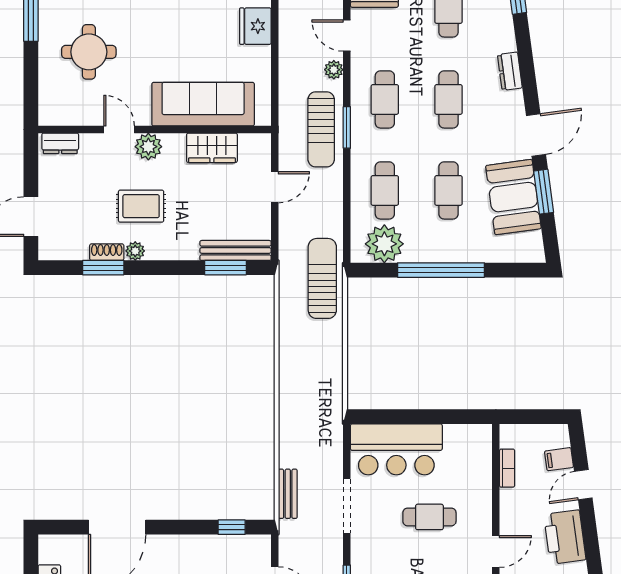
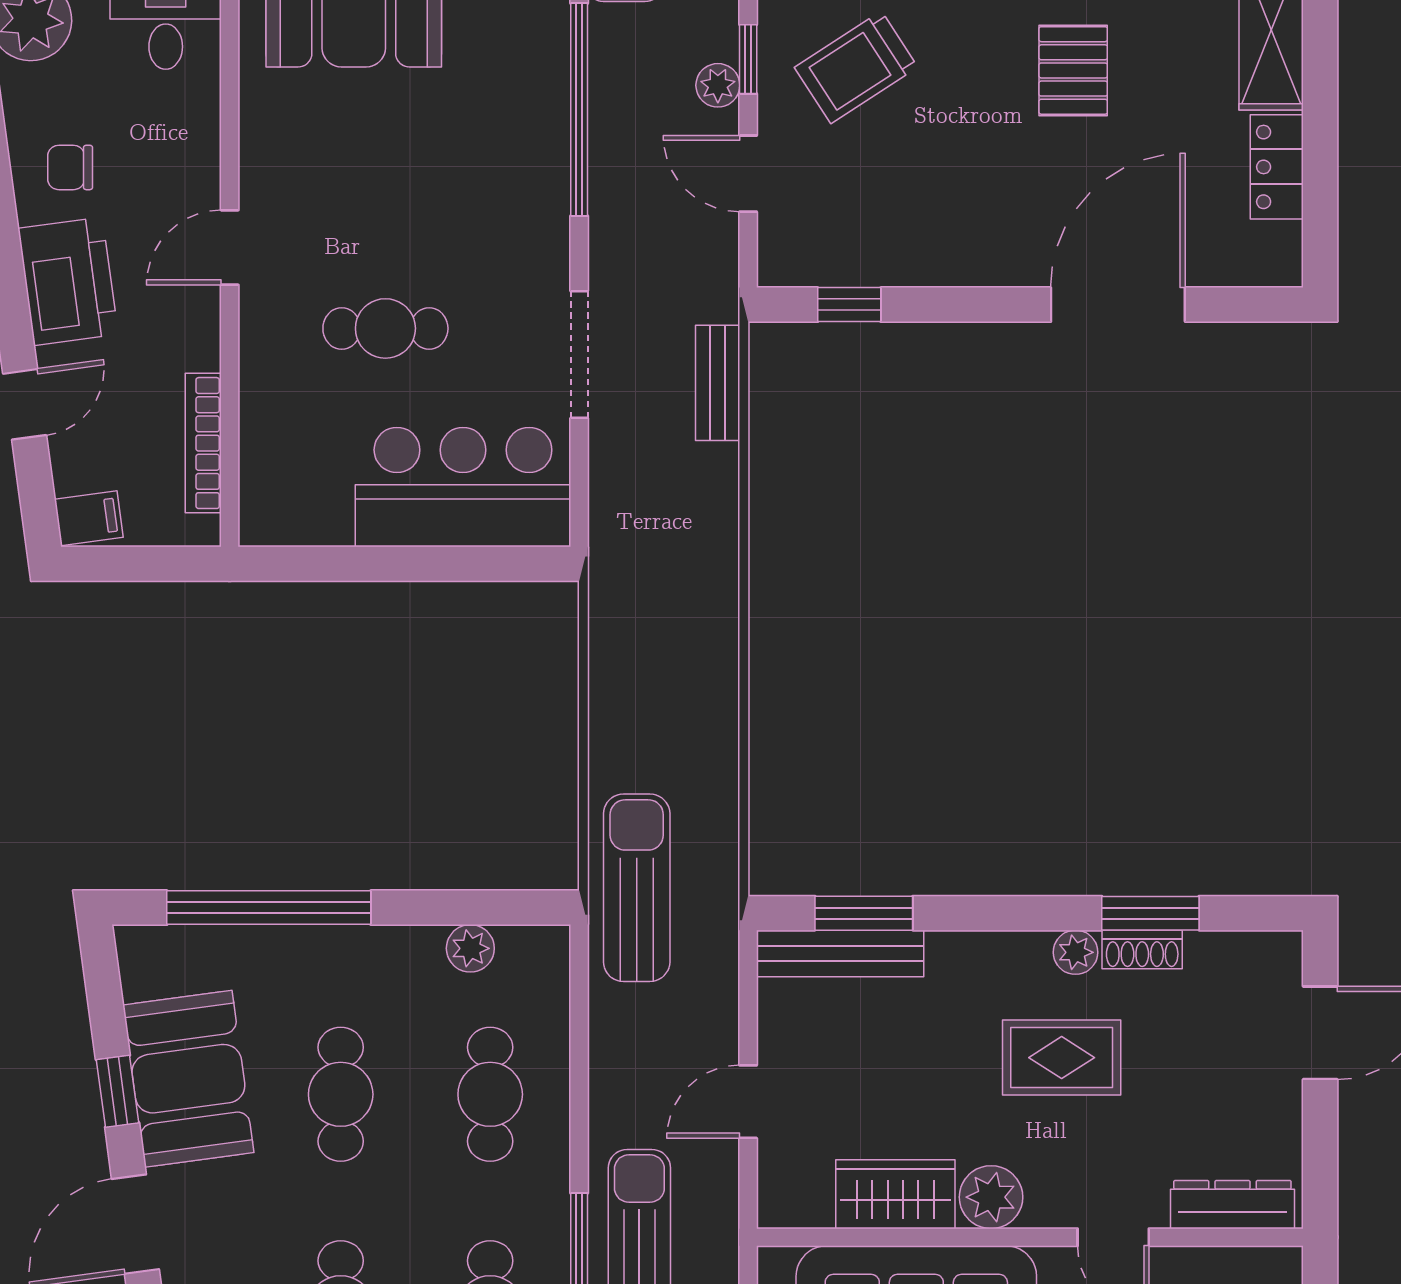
dresser: (60, 143) -> (1232, 1205), width x1.44
plant: (148, 147) -> (991, 1197), moved
window: (544, 192) -> (117, 1091), width x0.67
plant: (384, 244) -> (470, 948), width x0.53, depth x0.53
window: (441, 270) -> (269, 908), moved
sun lounger: (322, 278) -> (637, 888), turned 180
filing cabinet: (559, 459) -> (89, 518), moved
bookcase: (507, 468) -> (203, 443), width x1.56

